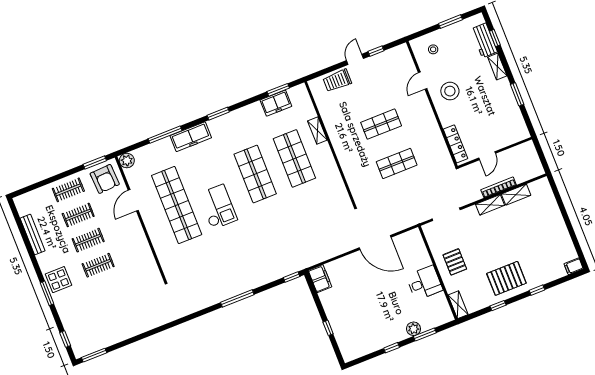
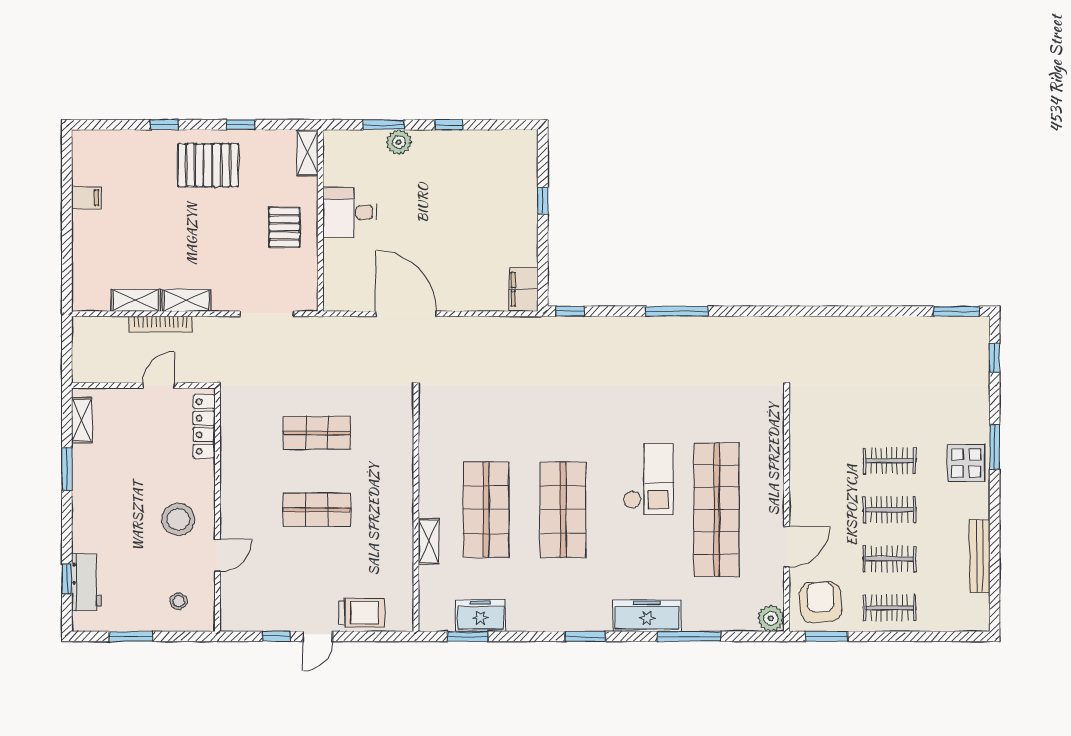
shelving: (497, 67) -> (82, 420), moved
checkout: (218, 207) -> (648, 479), turned 180
filing cabinet: (574, 266) -> (86, 198), moved

